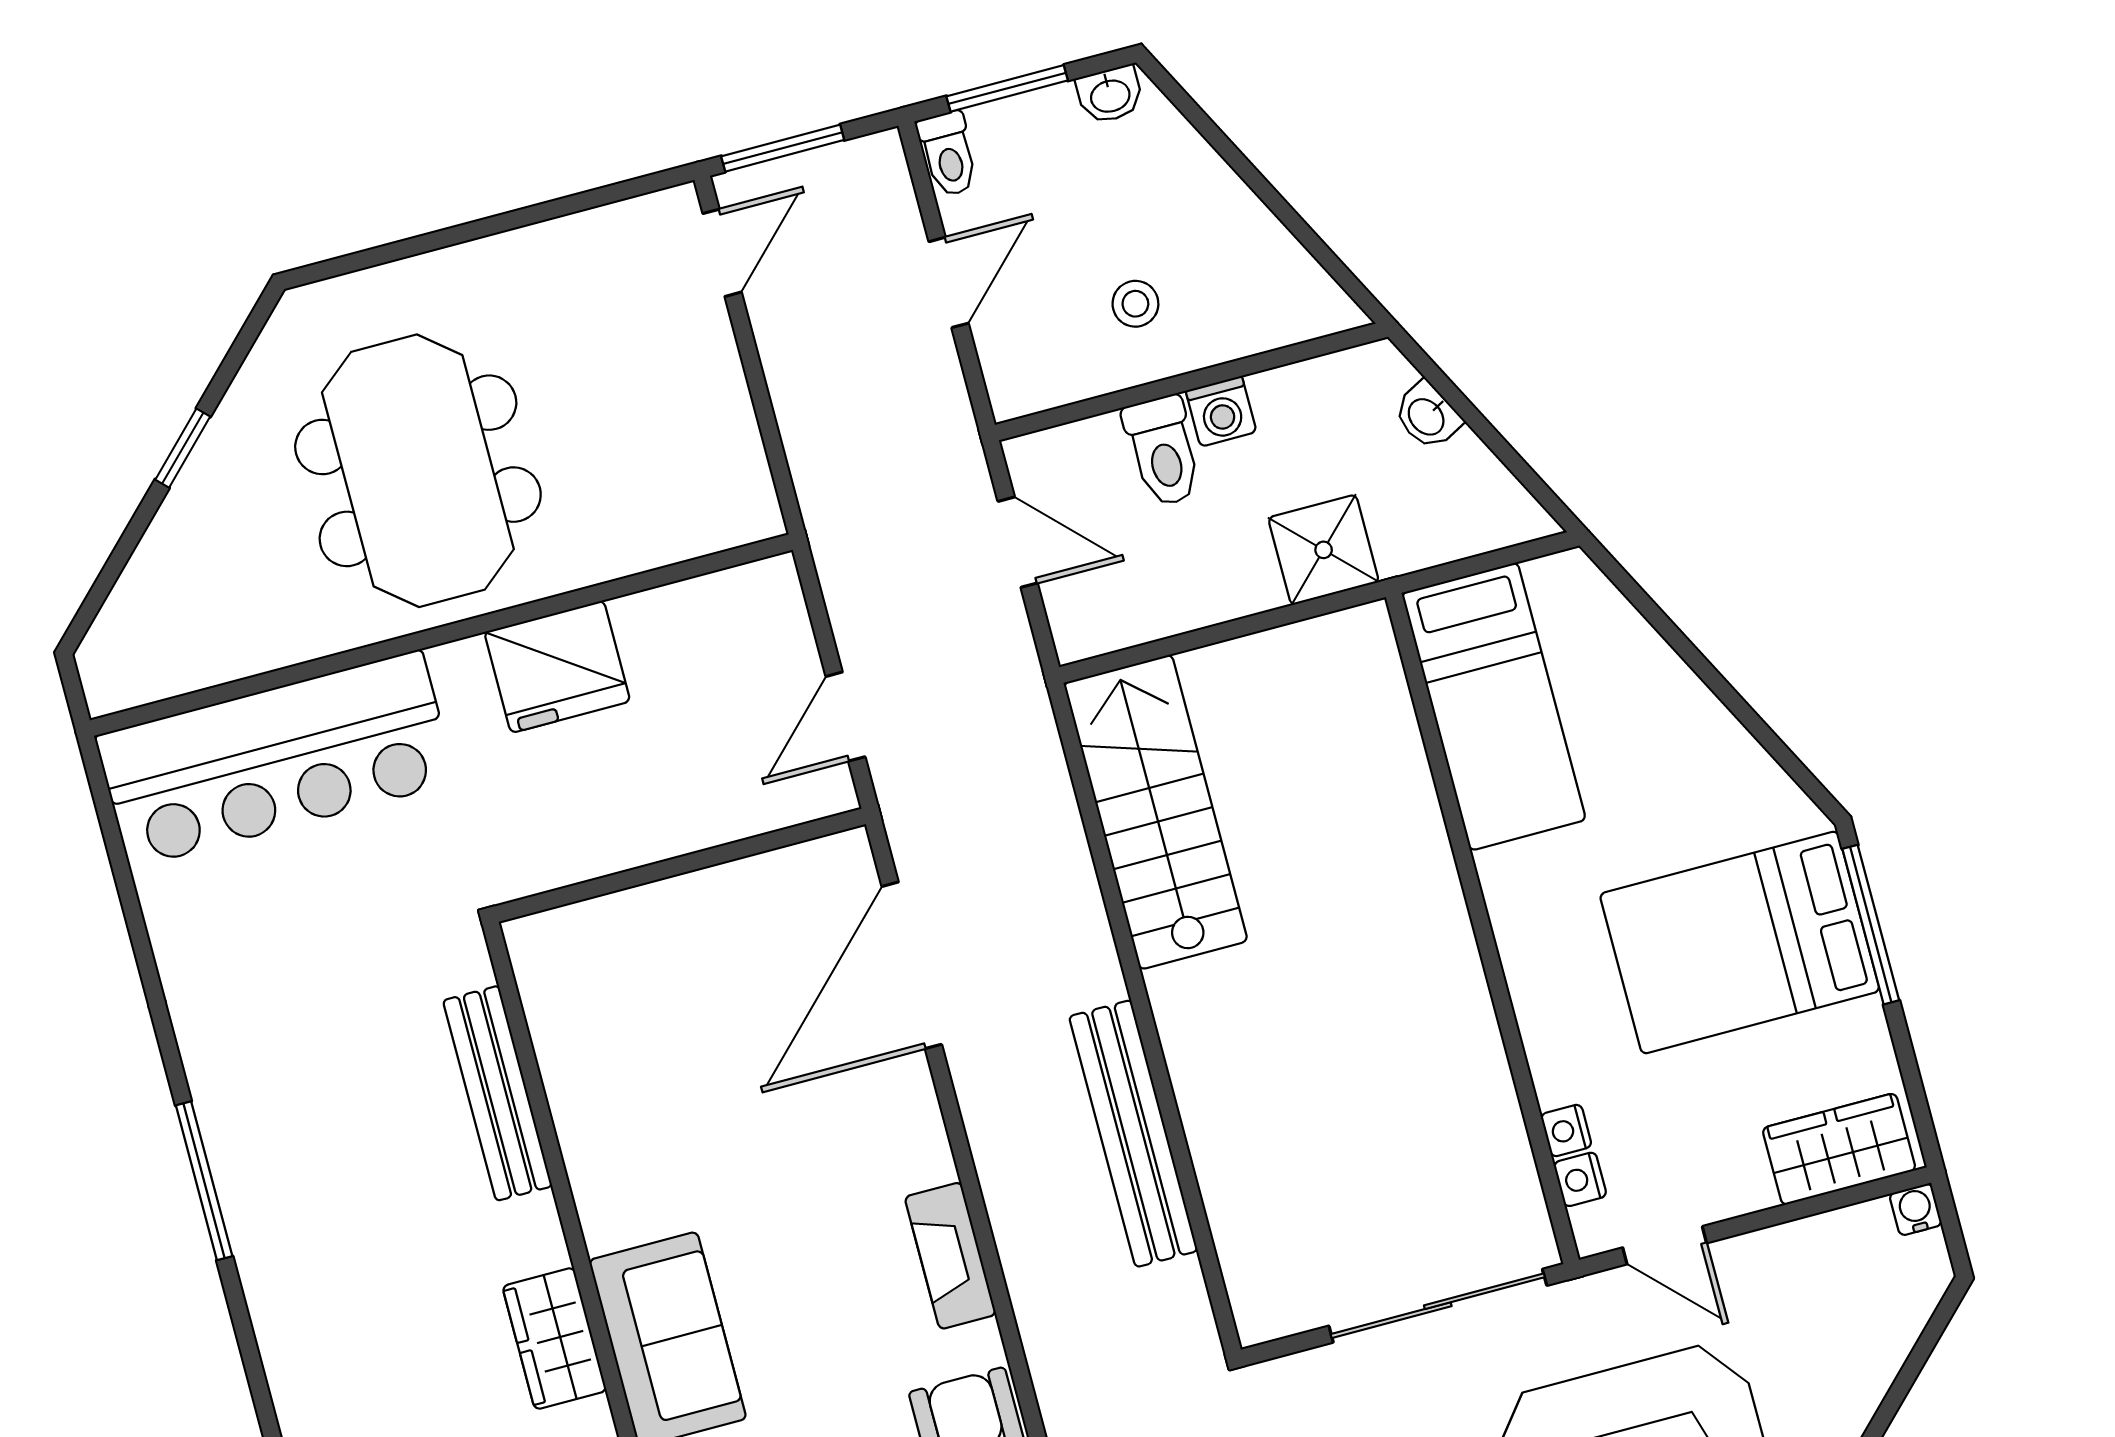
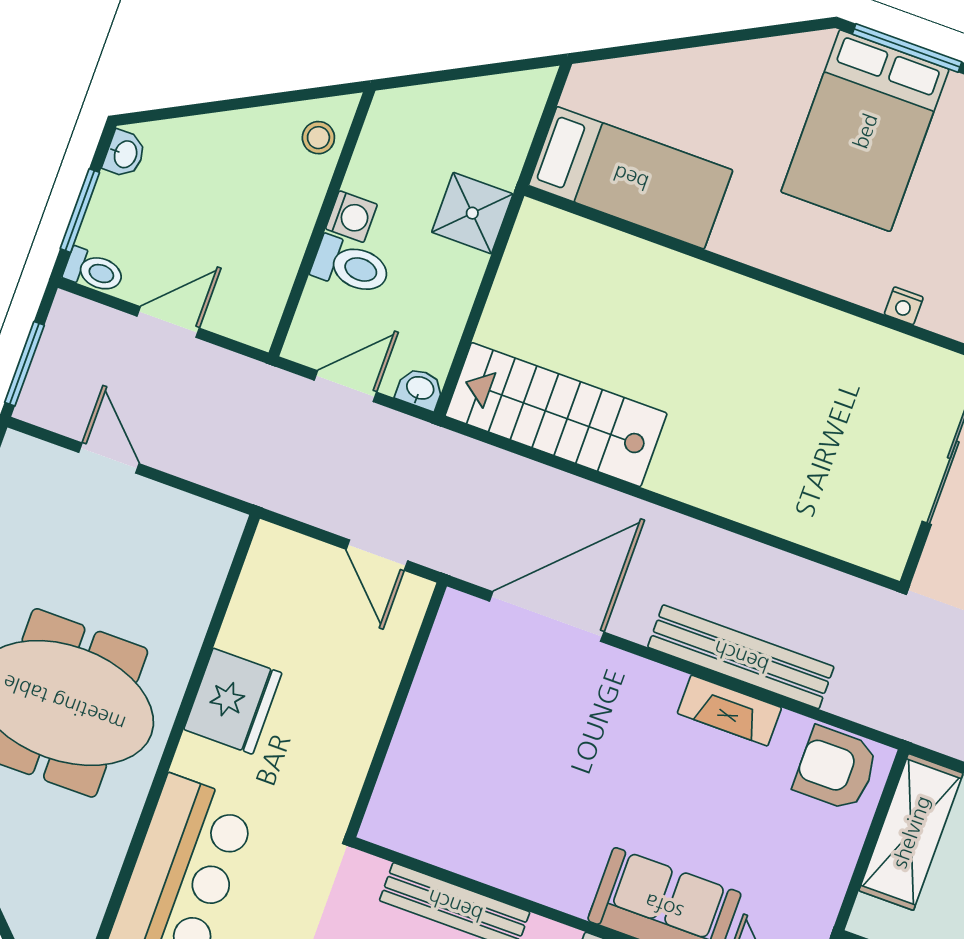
door: (722, 253) -> (109, 458), moved
door: (949, 282) -> (168, 322), hinge flipped
stool: (1135, 304) -> (318, 138), moved
washbasin: (1427, 416) -> (420, 389), moved, turned -152
door: (912, 965) -> (547, 617), swing flipped
bench: (1133, 1134) -> (741, 657), moved
nightstand: (1580, 1179) -> (937, 317), removed

